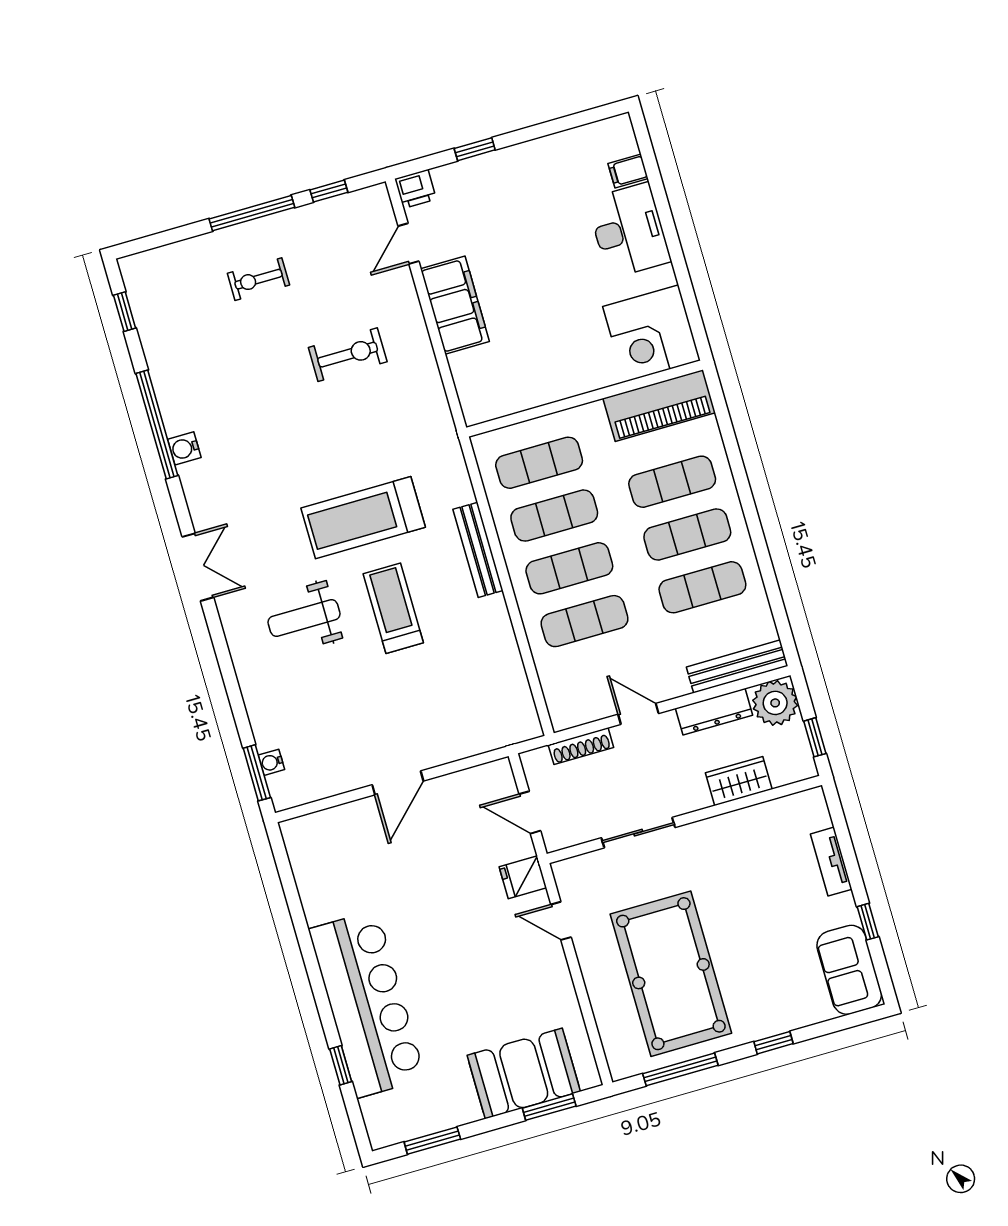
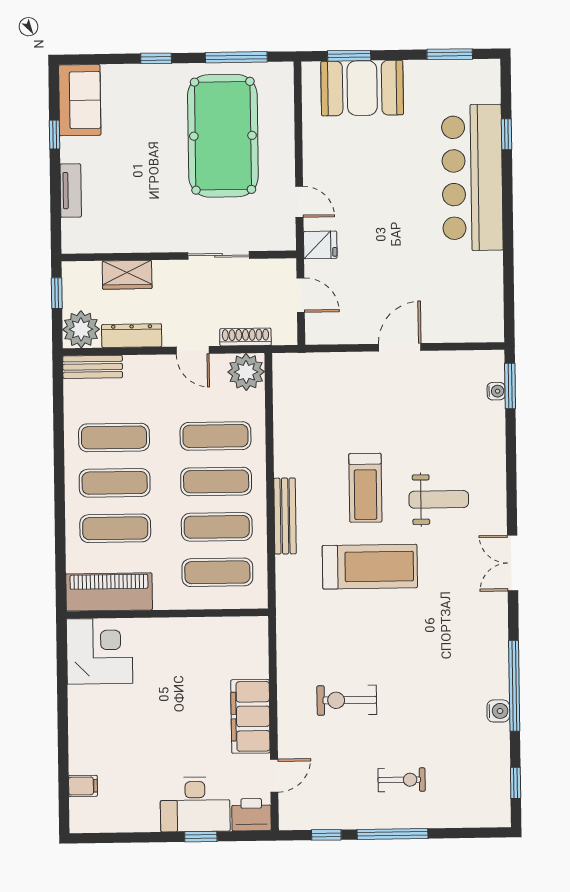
printer: (416, 189) -> (251, 815), width x1.36, depth x1.24
desk: (629, 230) -> (195, 804), moved, turned -90
water cooler: (184, 448) -> (498, 711), moved
bench: (737, 666) -> (93, 367), width x0.73
plant: (569, 706) -> (246, 372), added

